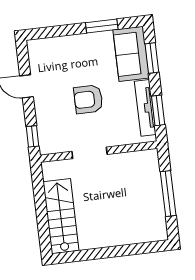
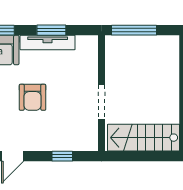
wall: (99, 152) -> (102, 93), moved
doorway: (89, 153) -> (102, 102), moved

